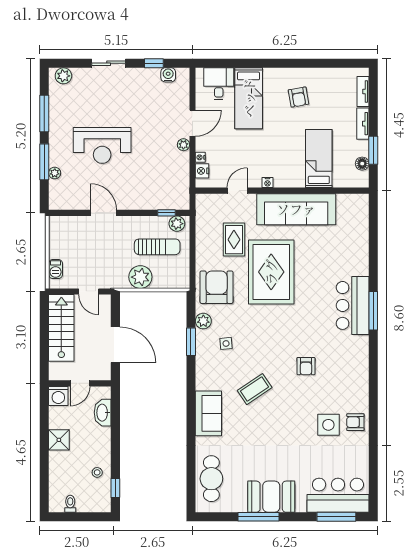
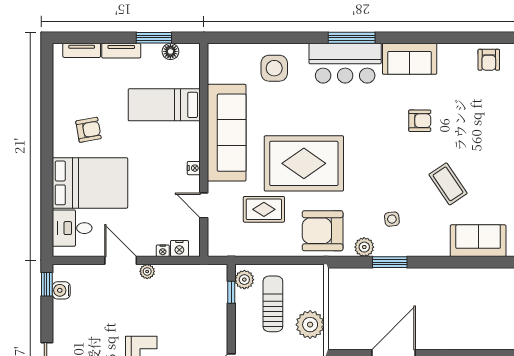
window: (154, 63) -> (47, 284), moved
bed: (249, 98) -> (90, 183), width x1.50
sofa: (356, 358) -> (410, 59), added
side table: (328, 425) -> (274, 68), moved

